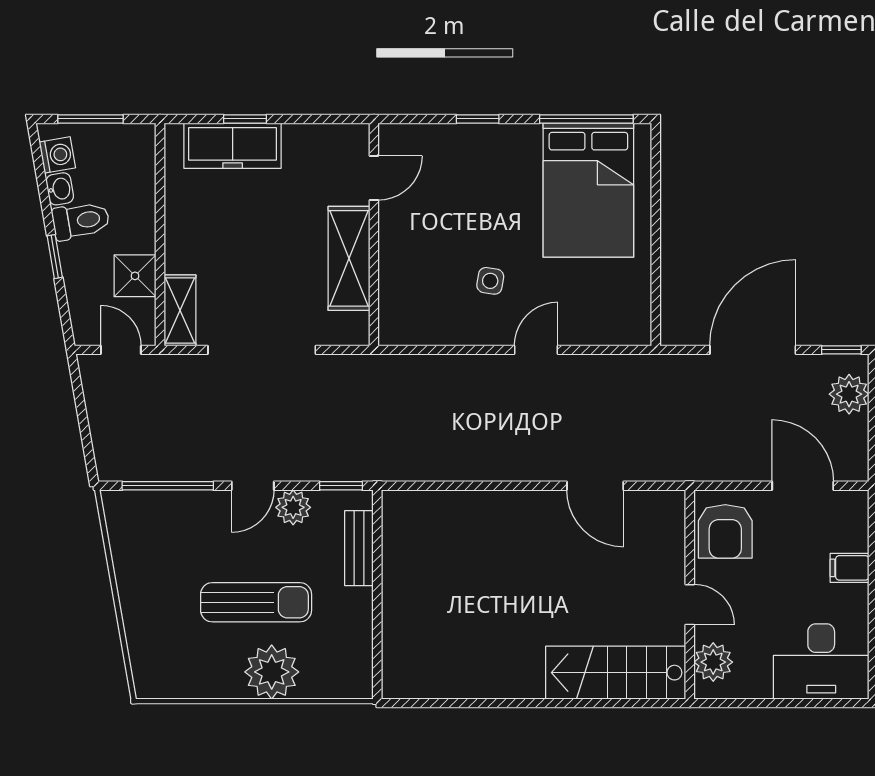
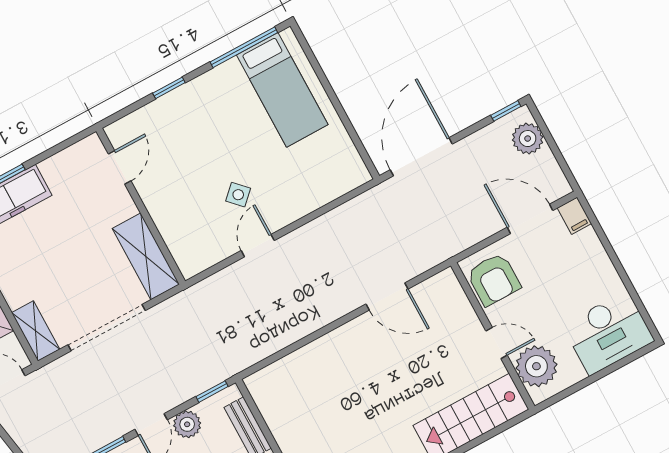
bed: (588, 190) -> (282, 90), width x0.67
shelving: (349, 258) -> (146, 256), moved
side table: (490, 281) -> (238, 195), turned 37
door: (536, 350) -> (258, 246), moved
door: (753, 350) -> (421, 157), moved
filing cabinet: (850, 568) -> (574, 216), moved, turned -90
plant: (713, 662) -> (536, 366), width x1.36, depth x1.36

